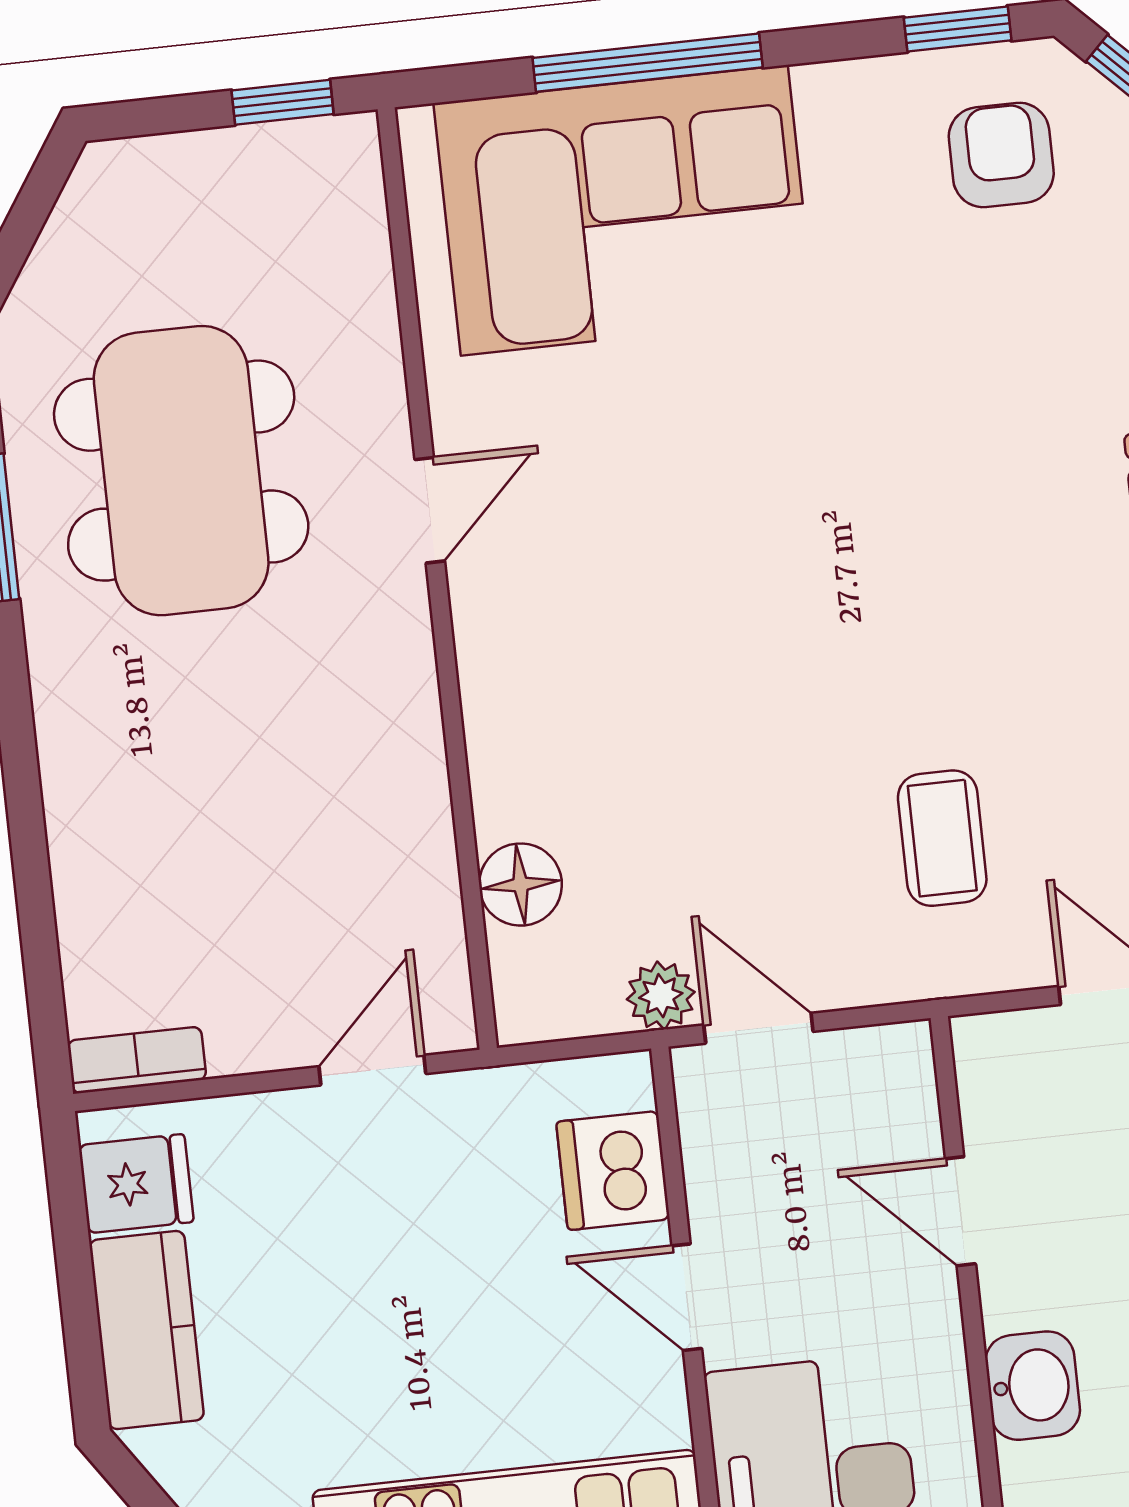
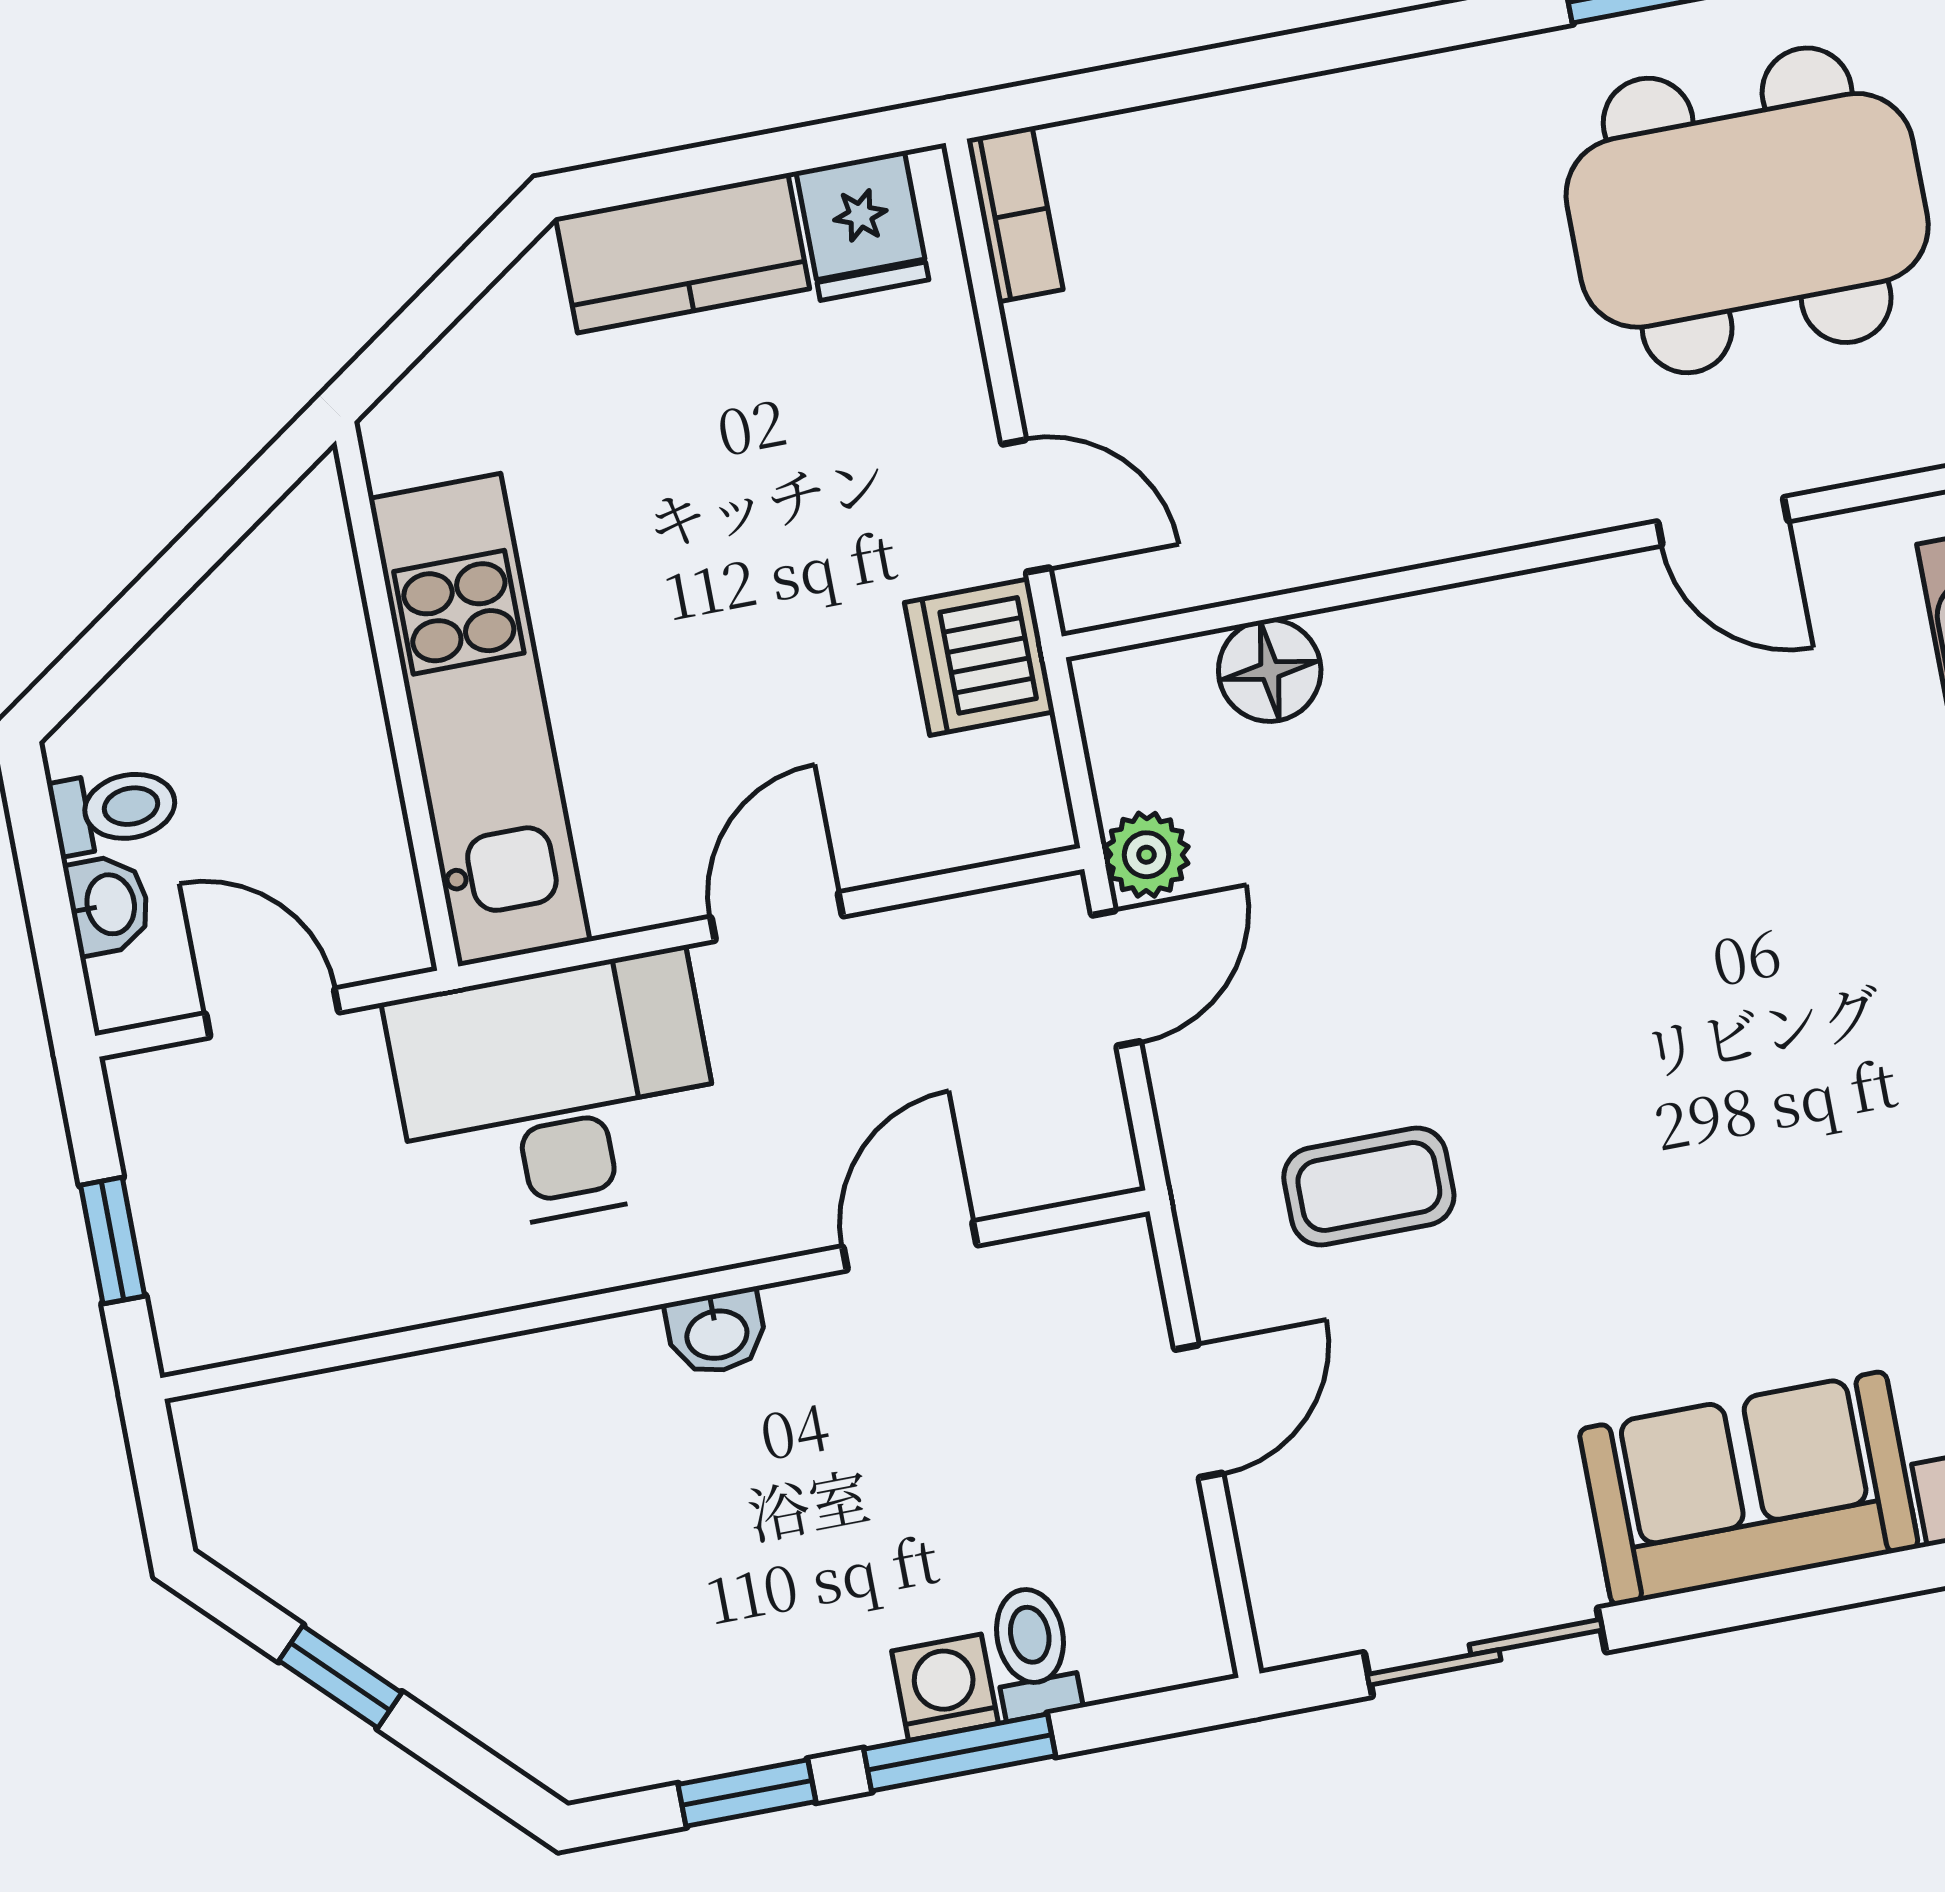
dishwasher: (613, 1171) -> (979, 657), moved, turned -90
washbasin: (1033, 1386) -> (717, 1332), width x0.72, depth x0.69

